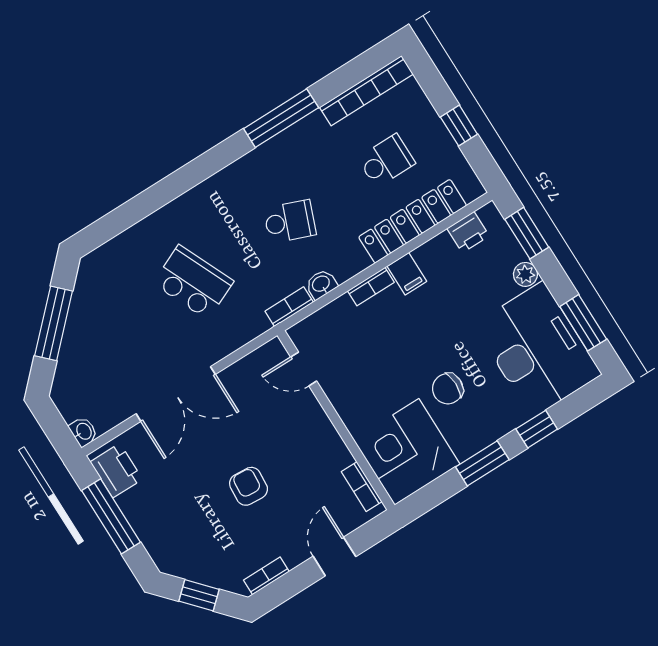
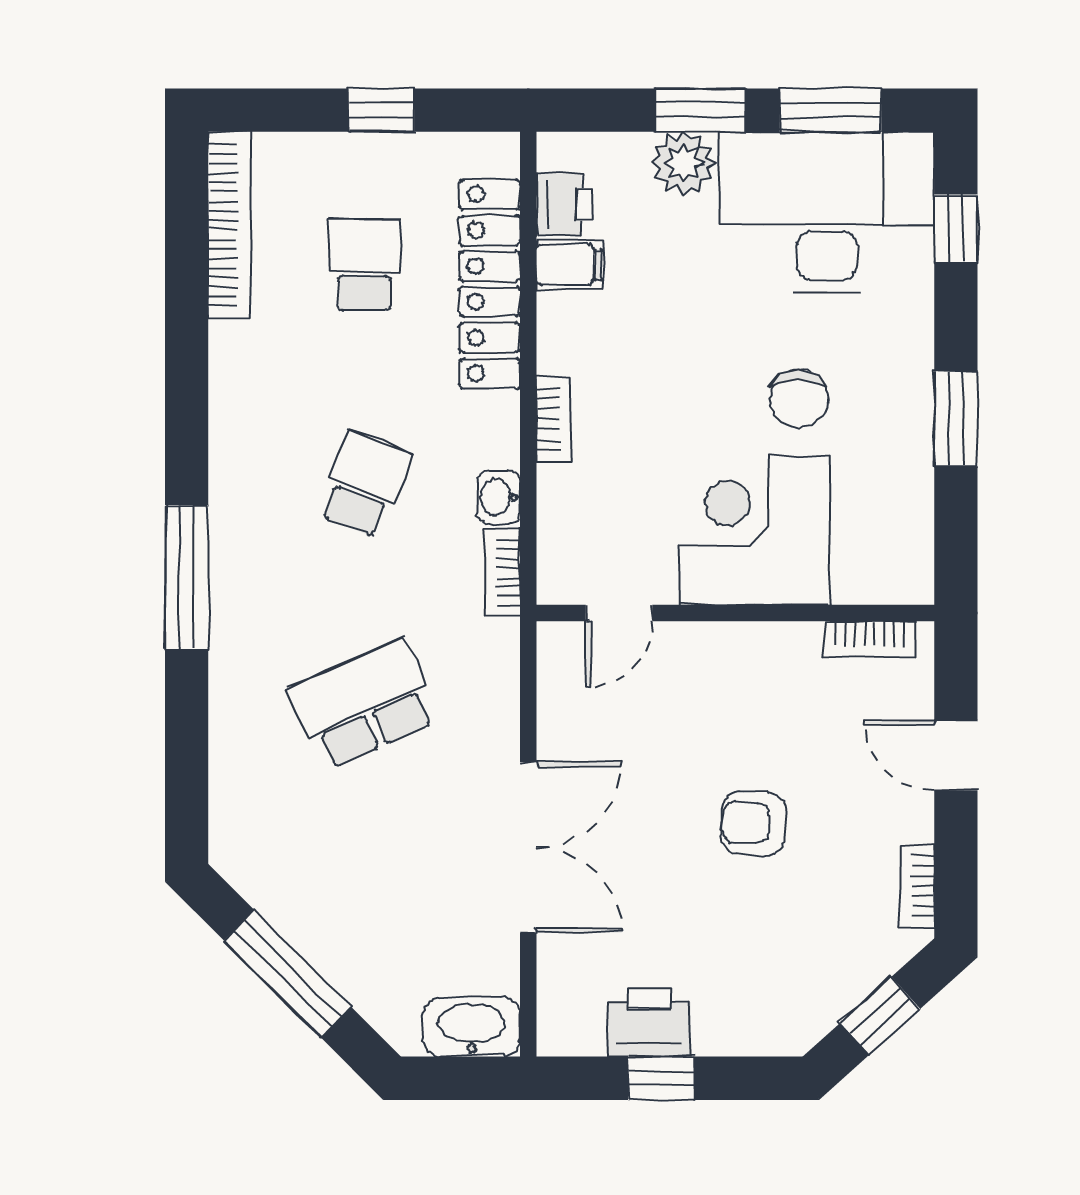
window: (281, 118) -> (187, 577), moved
window: (527, 233) -> (700, 110), moved
filing cabinet: (407, 274) -> (569, 265), moved
plant: (525, 274) -> (684, 163), width x1.38, depth x1.38
window: (537, 429) -> (956, 228), moved
washbasin: (83, 432) -> (472, 1027), width x1.91, depth x1.45
corner desk: (407, 452) -> (754, 530), moved, turned 90
printer: (116, 471) -> (649, 1023), moved
window: (111, 516) -> (661, 1078), width x0.46

